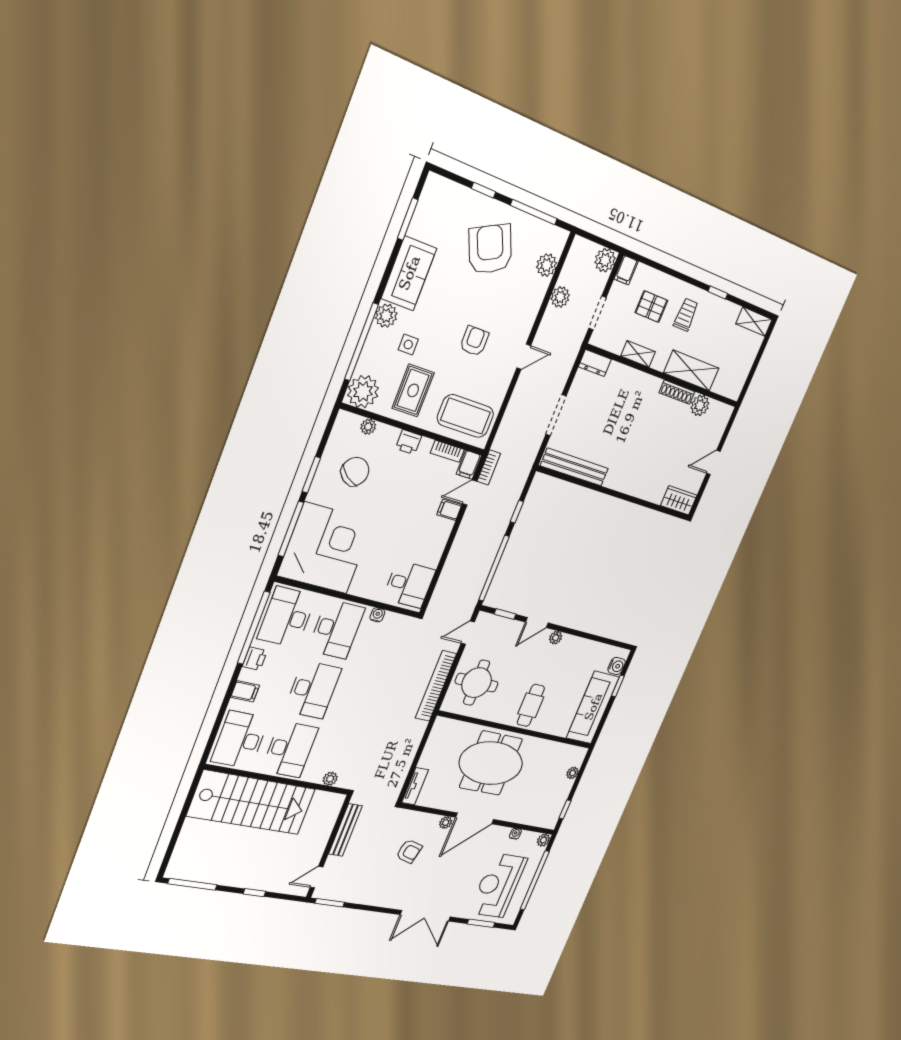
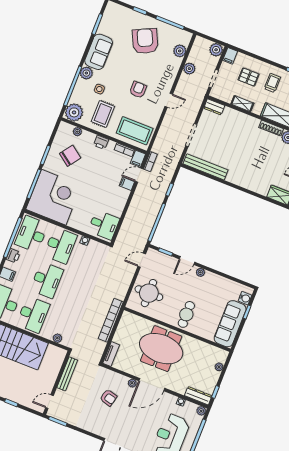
bookcase: (436, 686) -> (111, 320), moved
dresser: (541, 820) -> (198, 396), added

